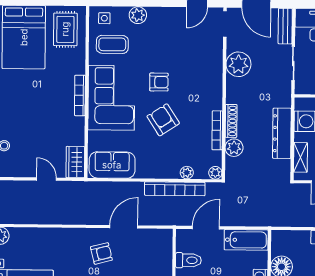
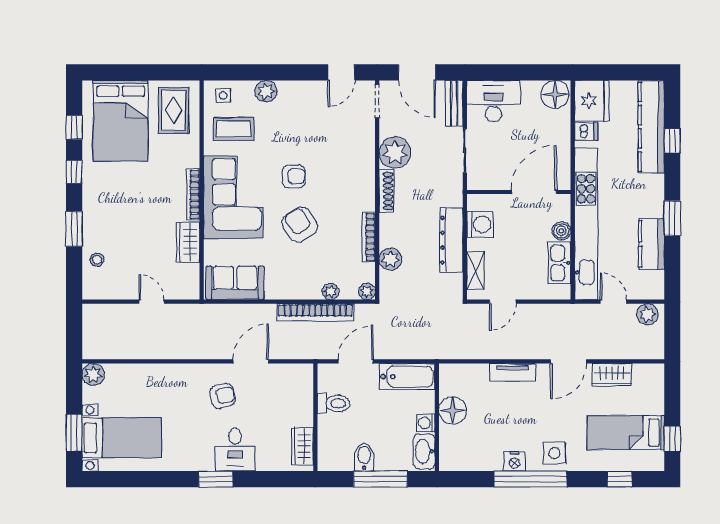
shoe rack: (231, 121) -> (386, 191), moved
wardrobe: (75, 162) -> (188, 242), moved

